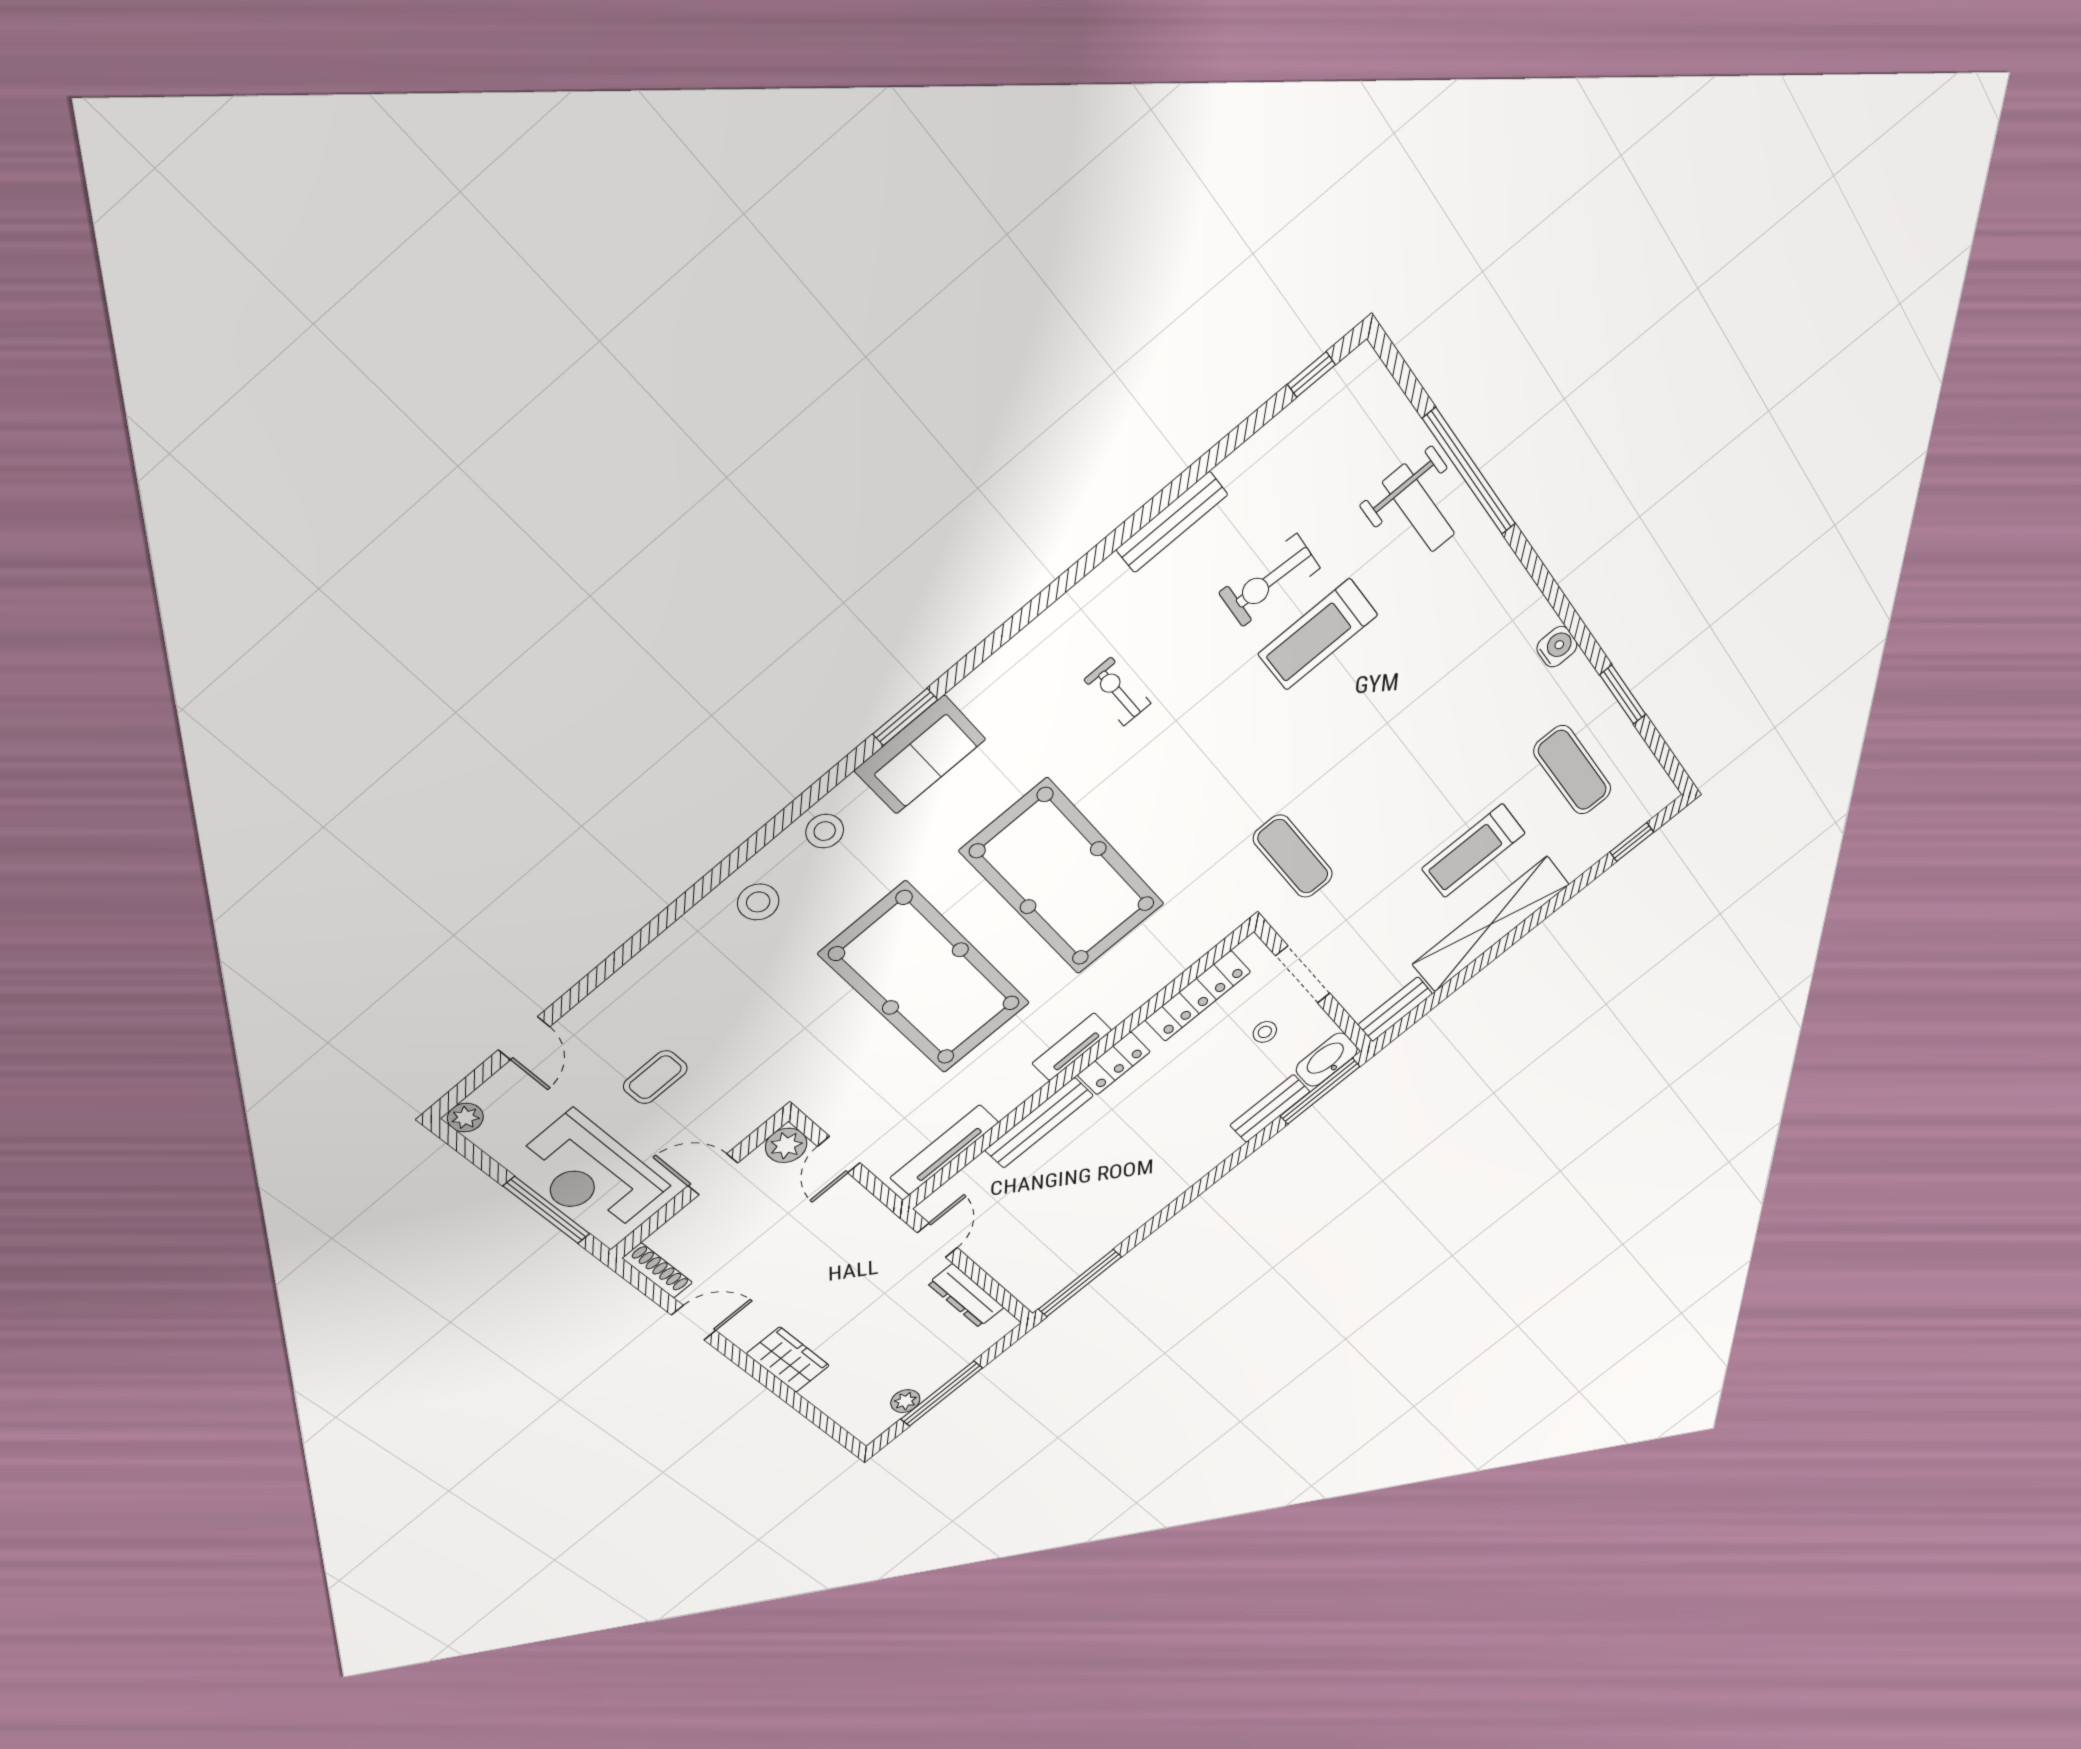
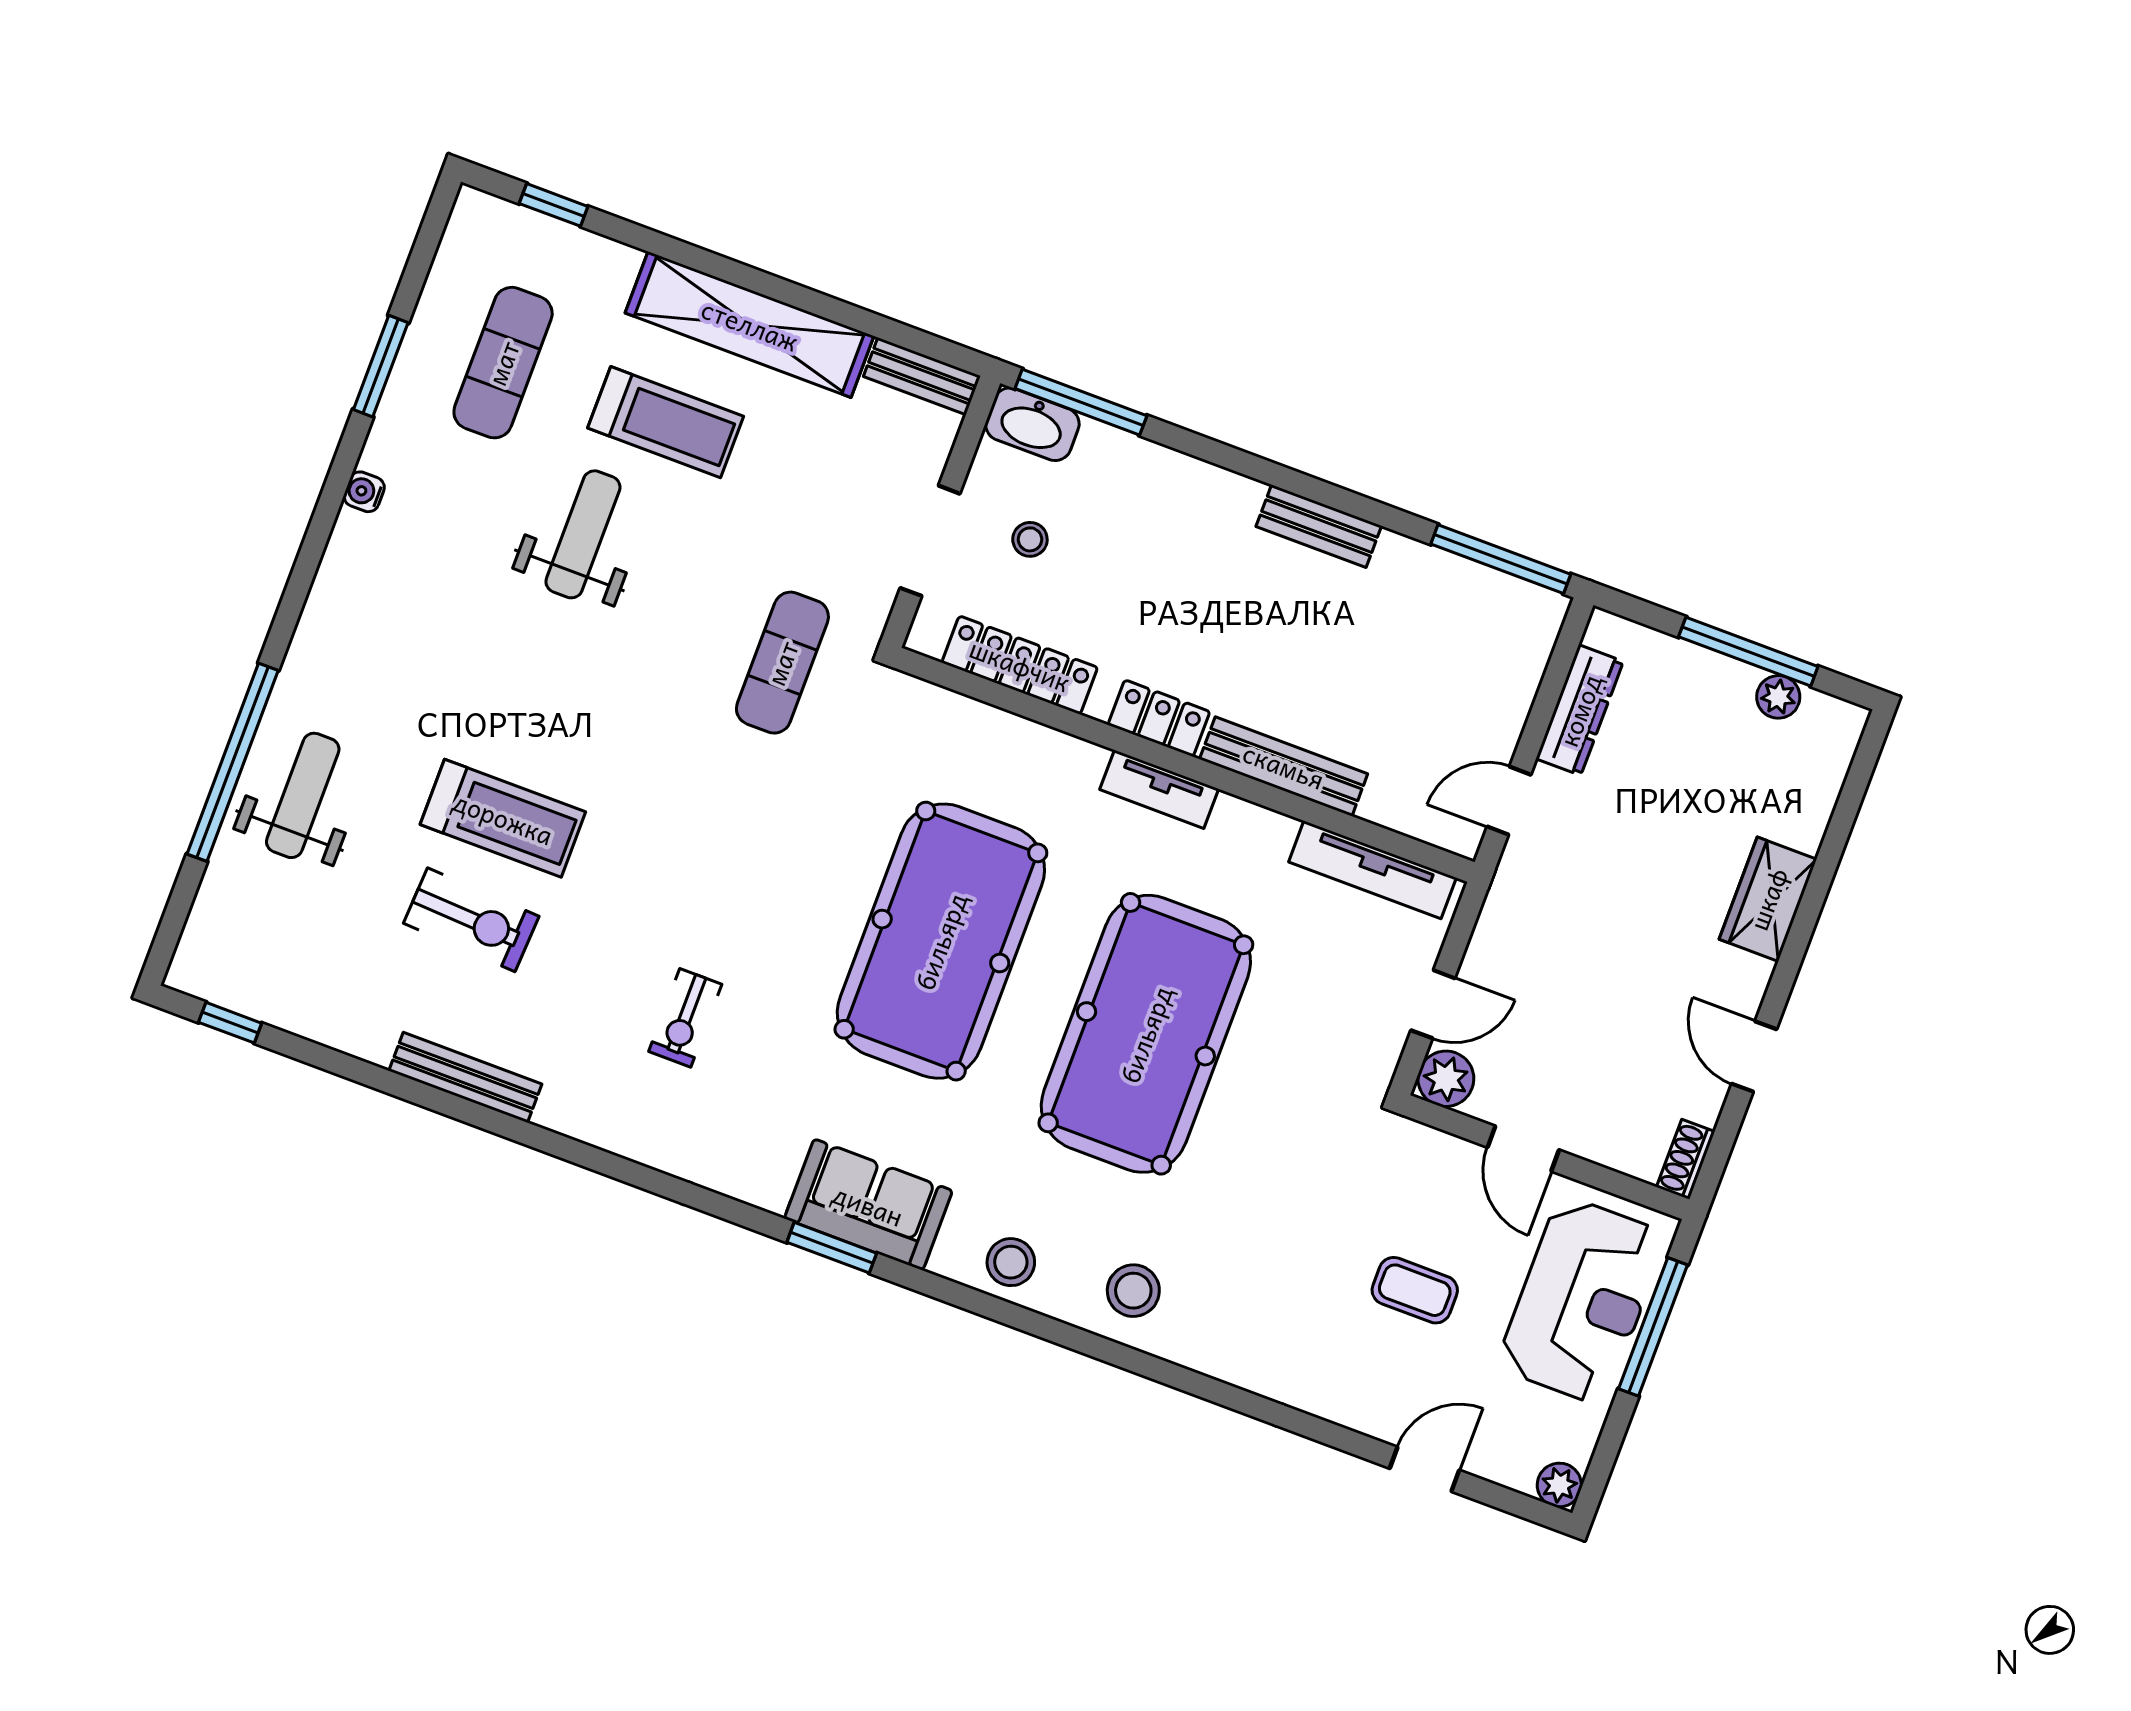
water cooler: (1557, 647) -> (364, 492), width x0.72, depth x0.72
weight bench: (1447, 770) -> (583, 534), added
bench: (1270, 1109) -> (1319, 526), moved
shoe rack: (657, 1270) -> (1686, 1159), width x0.70

